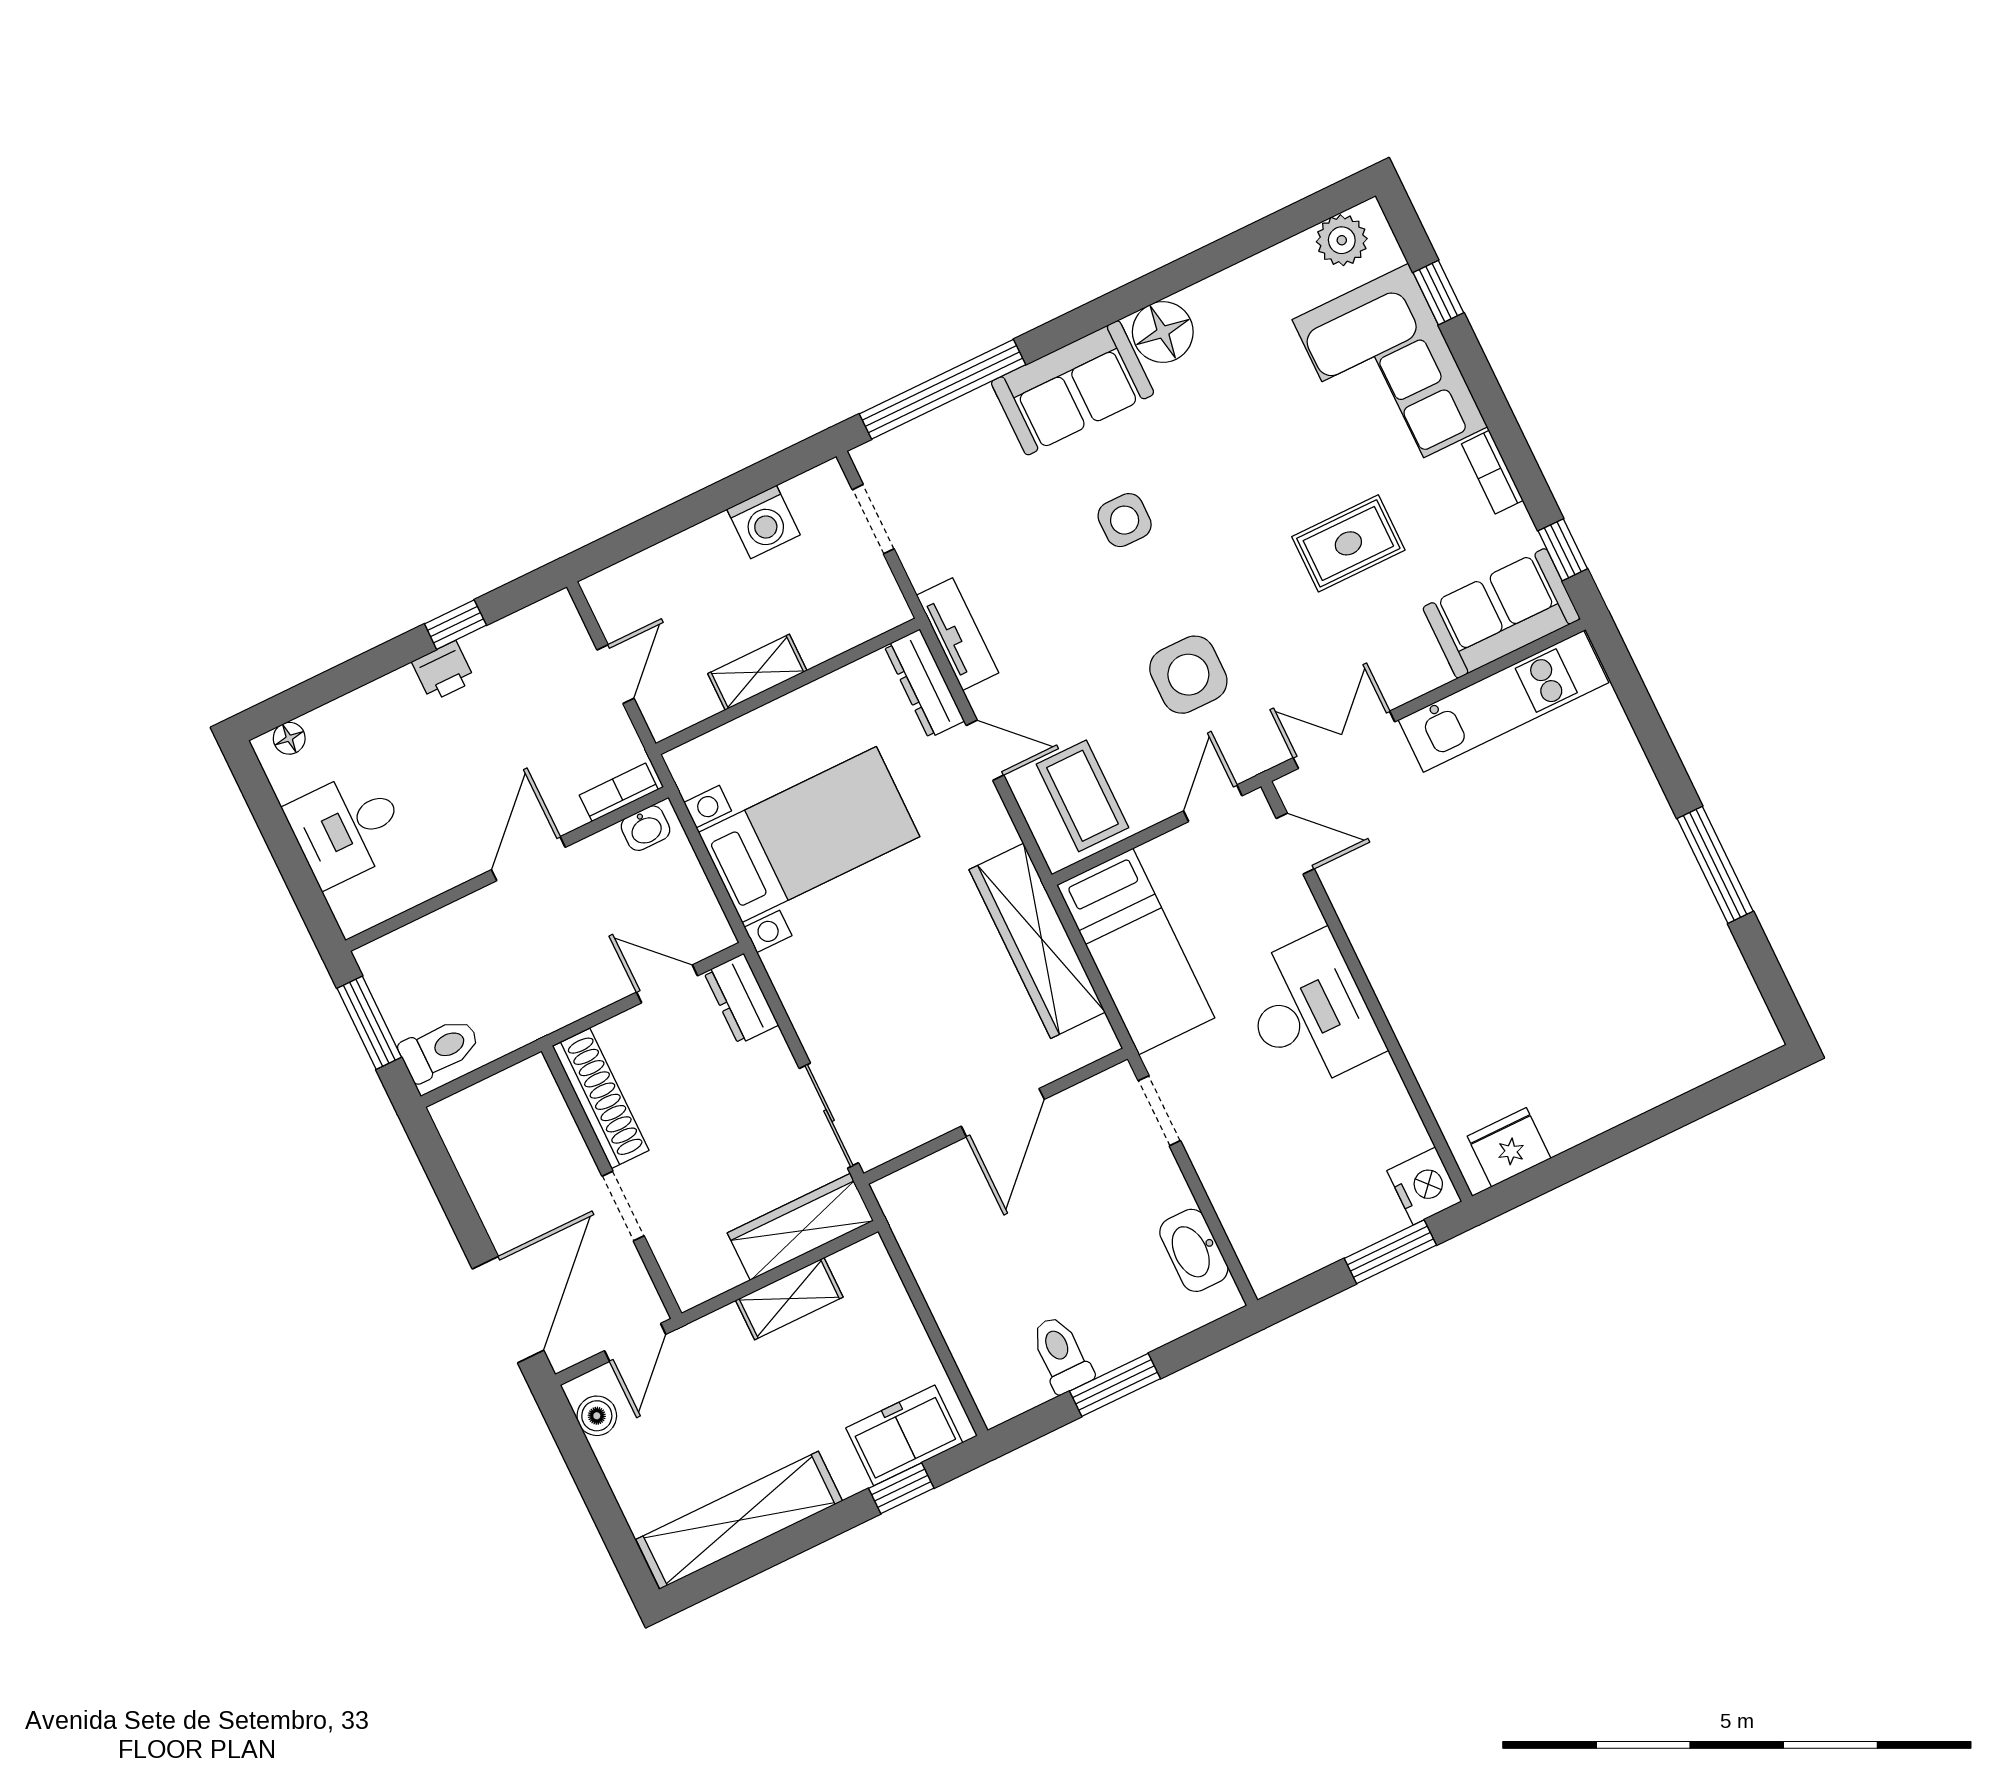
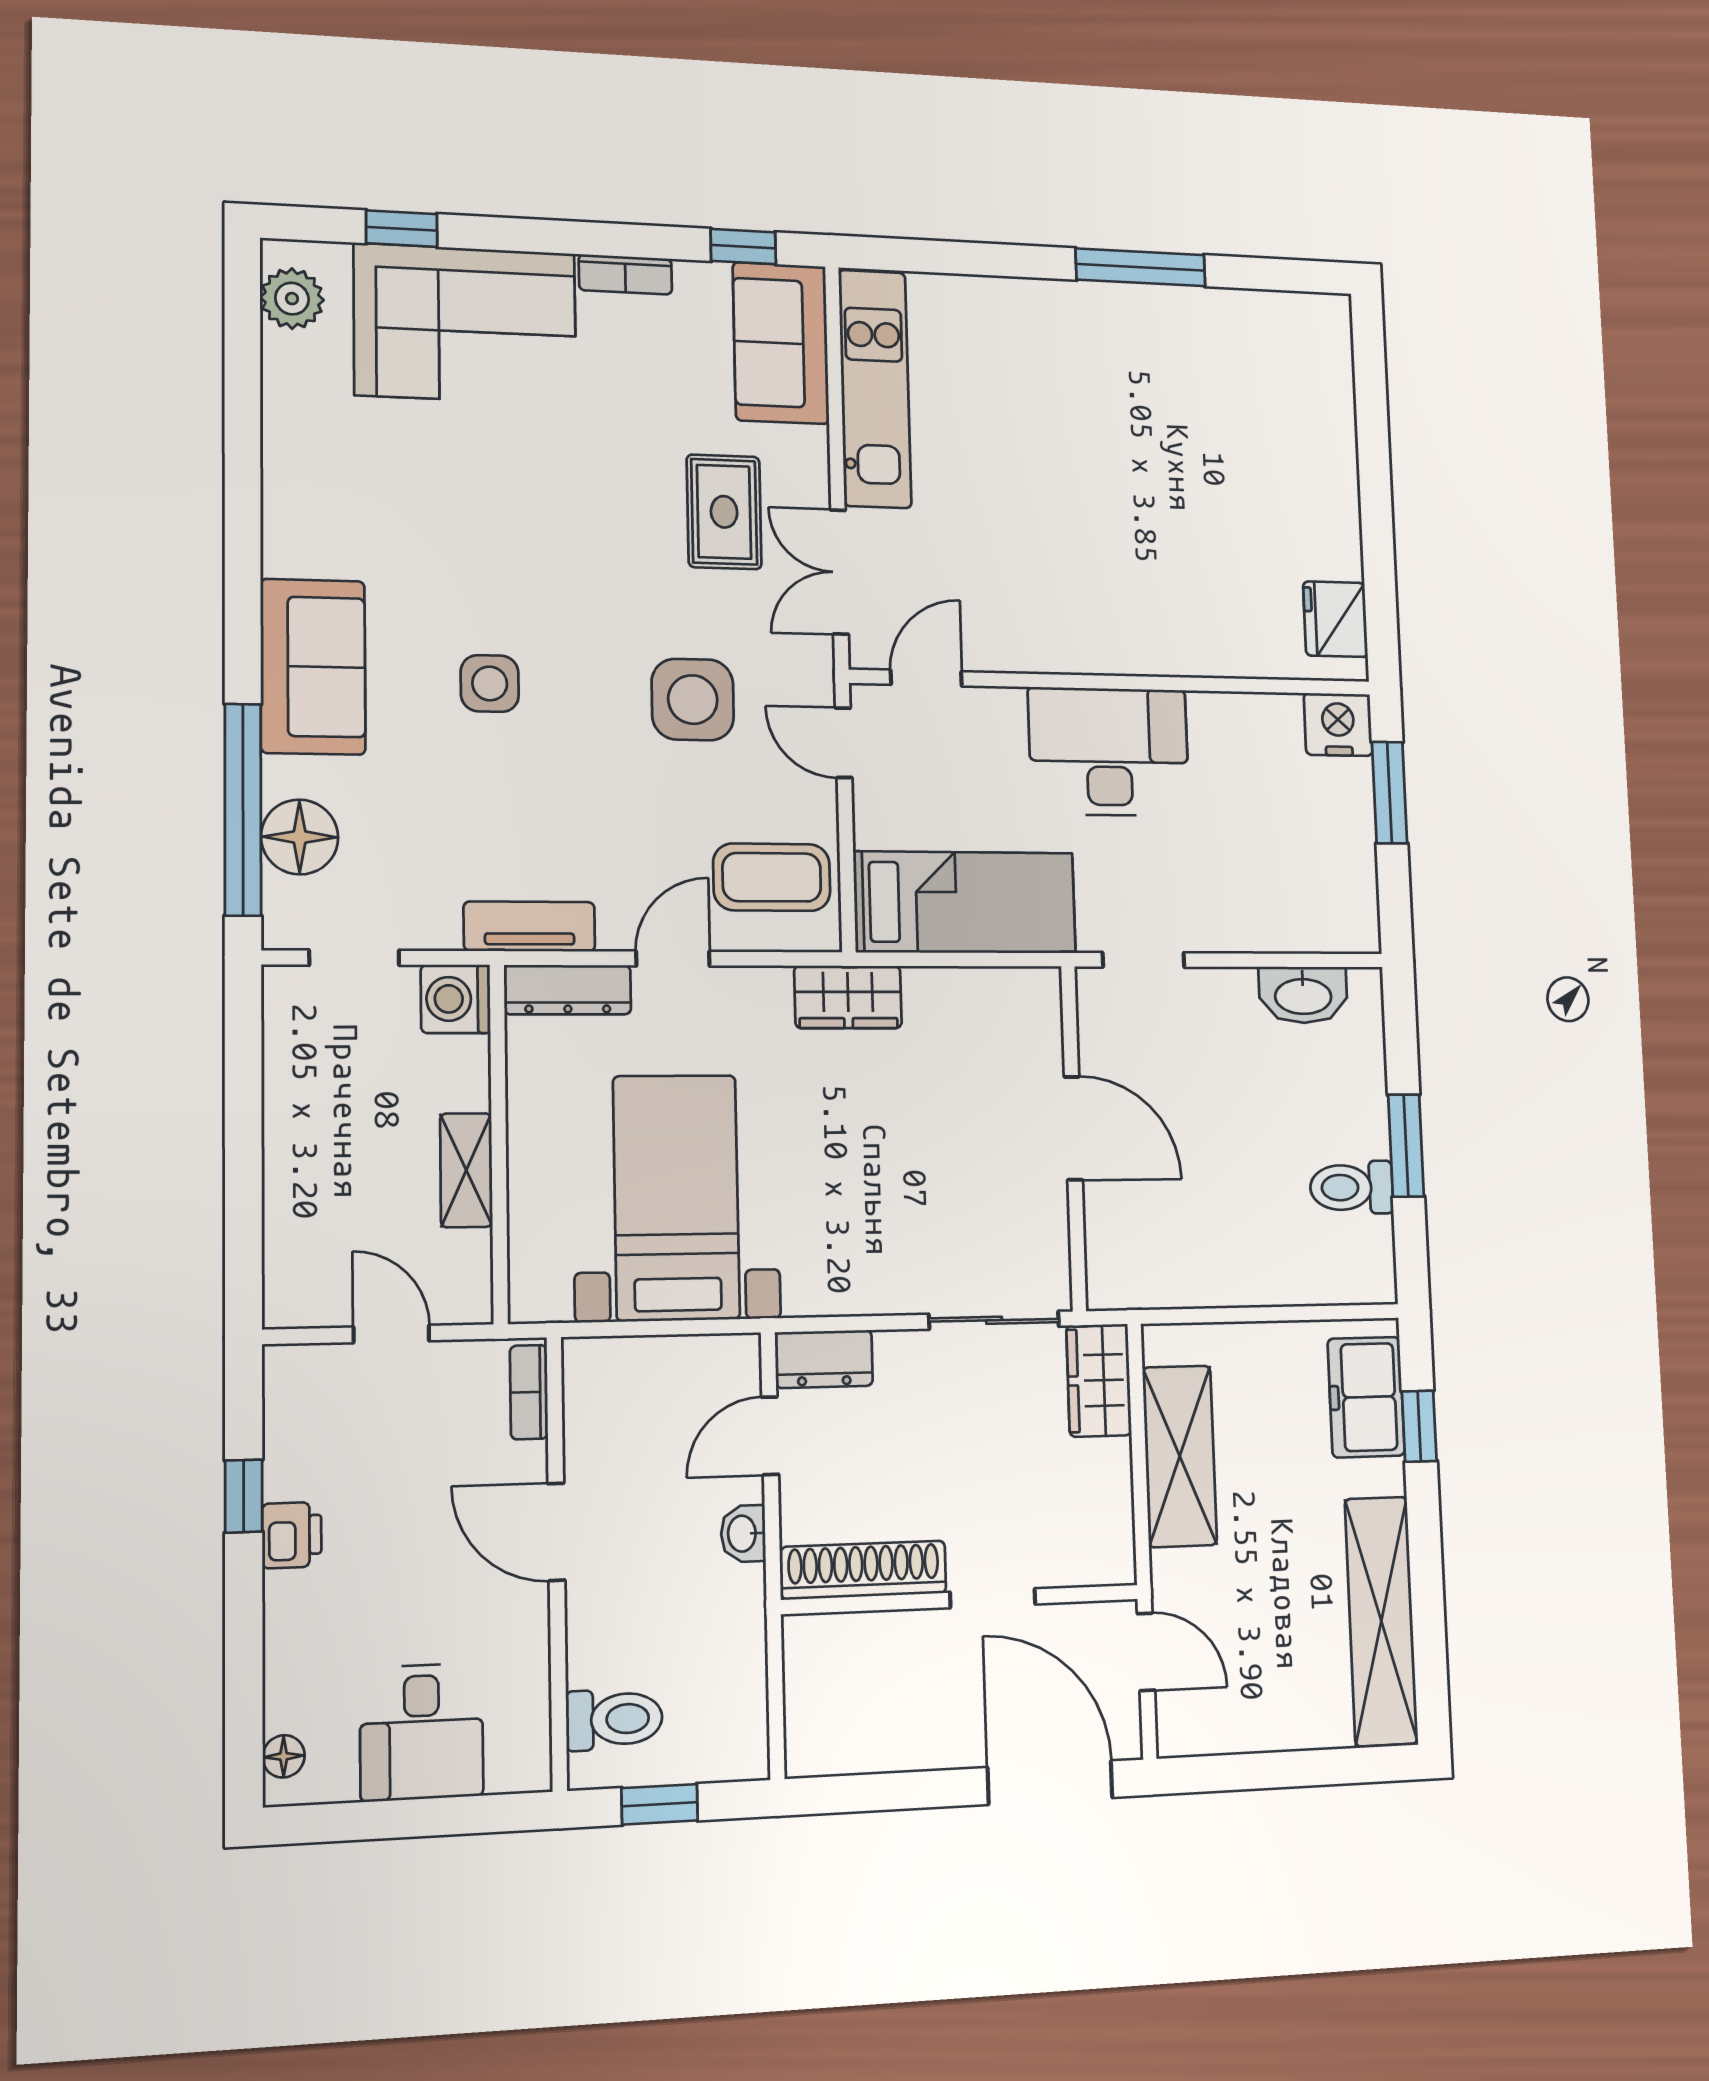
floor lamp: (1163, 332) -> (300, 837), moved
washing machine: (763, 522) -> (456, 999), moved, turned 180
rug: (1348, 543) -> (724, 512), moved
washbasin: (646, 828) -> (743, 1534), moved, turned 180
wardrobe: (1037, 941) -> (848, 997), width x0.48, depth x0.85
window: (369, 1023) -> (660, 1804), width x0.67
toilet: (440, 1049) -> (614, 1719), moved, turned 90
wardrobe: (800, 1227) -> (1099, 1380), width x0.67
shelving: (789, 1299) -> (1180, 1456), width x1.50, depth x1.33
boiler: (597, 1416) -> (1207, 1732), removed

